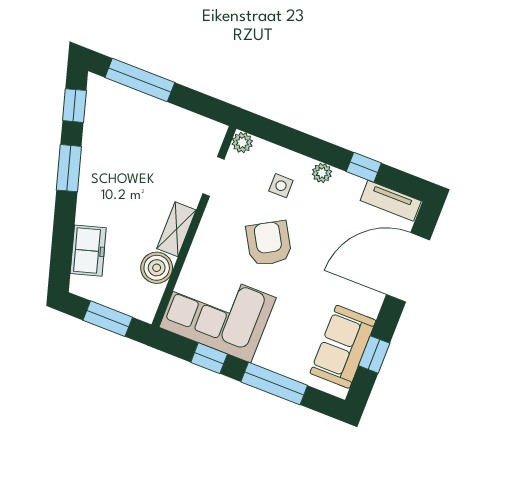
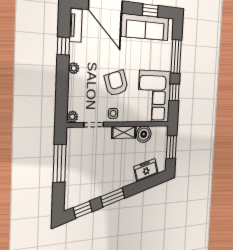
window: (140, 80) -> (60, 163), moved
side table: (281, 186) -> (113, 113), moved
armchair: (269, 243) -> (116, 83), turned 102
sofa: (343, 347) -> (145, 27), width x1.36

